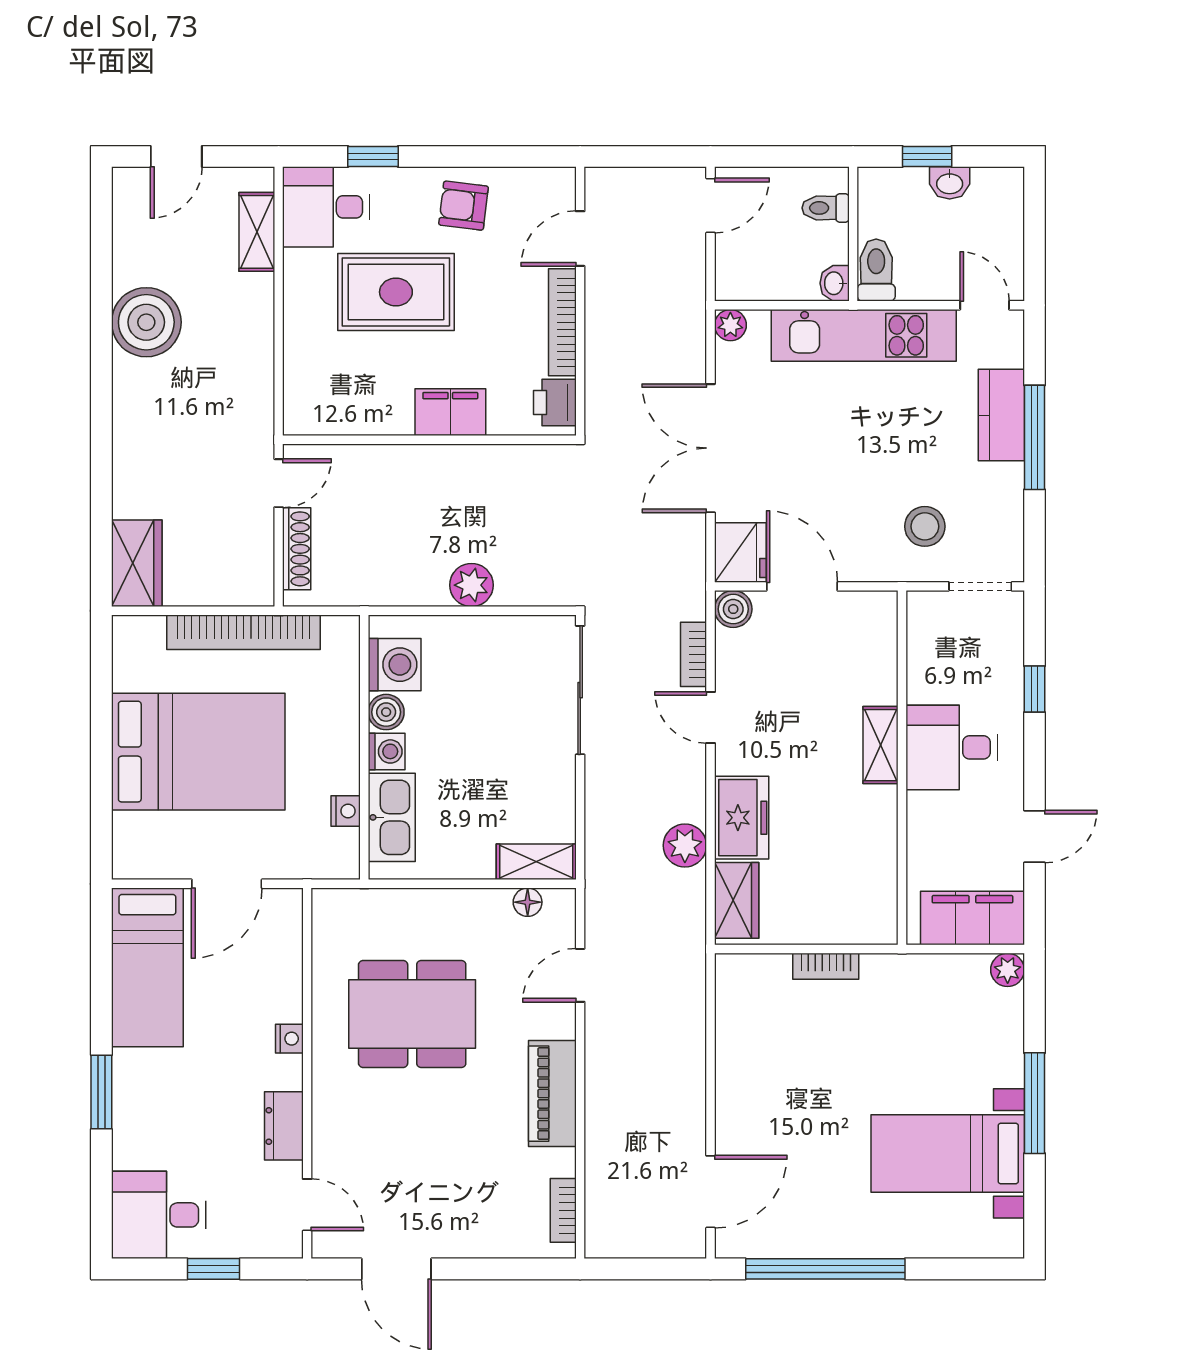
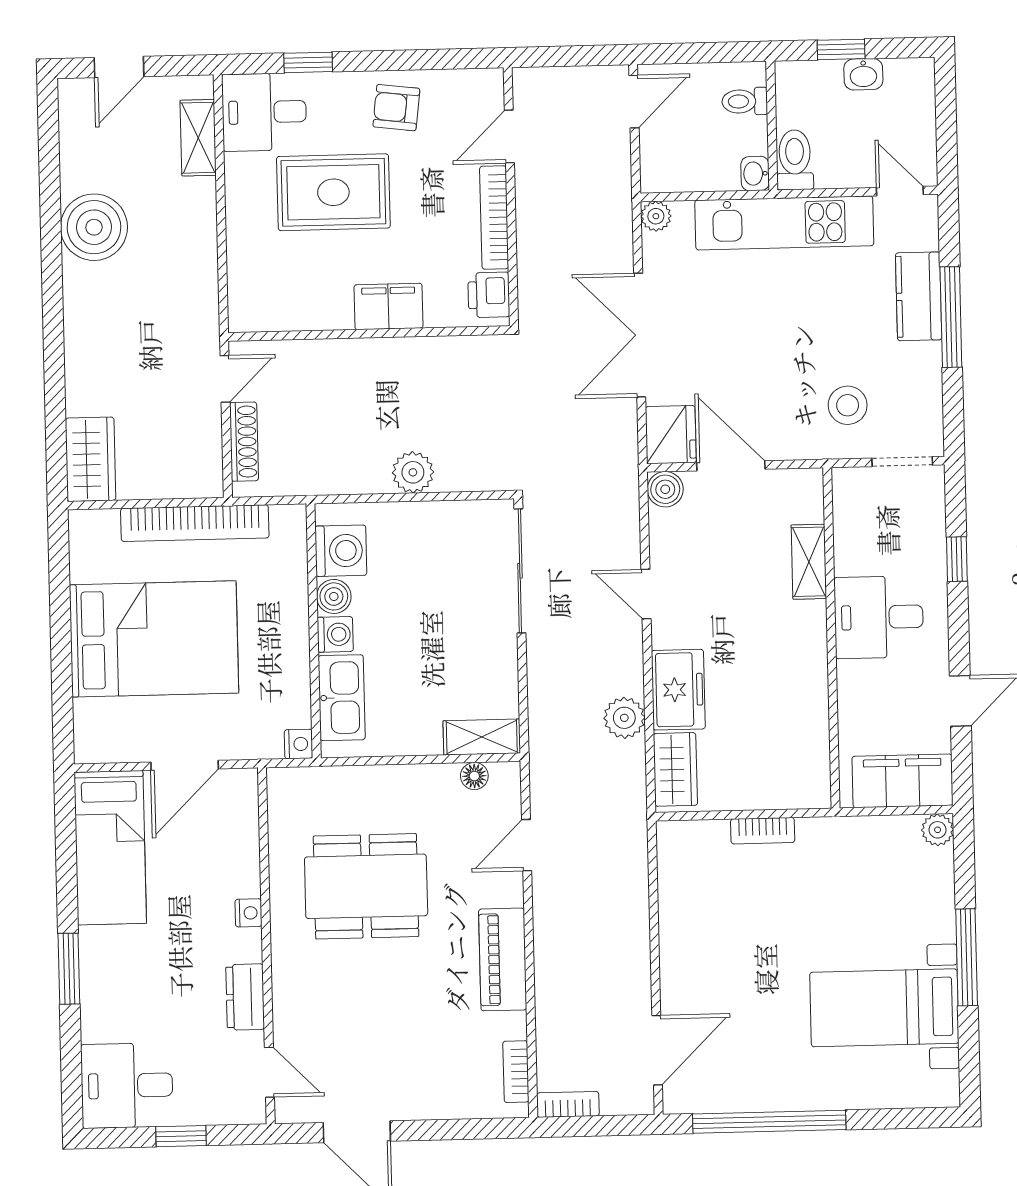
bookcase: (694, 654) -> (568, 1104), moved, turned 90
shelving: (881, 745) -> (809, 562), moved
nightstand: (346, 811) -> (299, 744), moved

